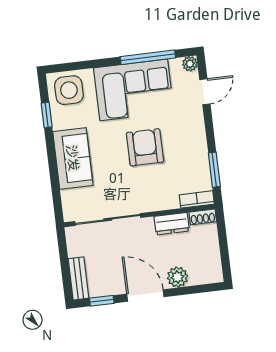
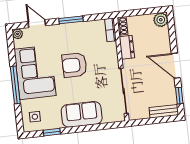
window: (148, 57) -> (15, 85), moved
side table: (69, 90) -> (35, 117), width x0.54, depth x0.54
window: (214, 170) -> (71, 20), moved
plant: (177, 277) -> (161, 20), moved
door: (145, 295) -> (176, 66), hinge flipped

